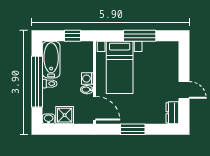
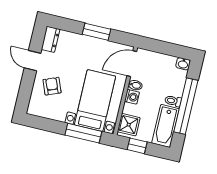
window: (140, 36) -> (83, 133), moved
armchair: (161, 71) -> (52, 86), added
door: (95, 108) -> (132, 64), hinge flipped
shower: (65, 115) -> (129, 125), moved

